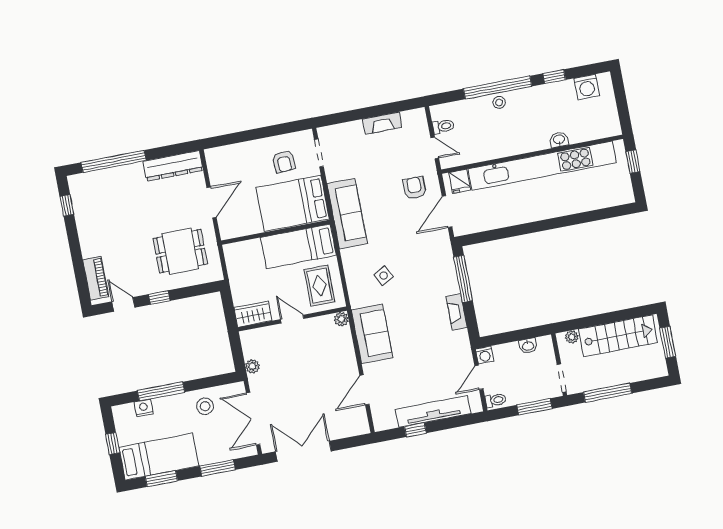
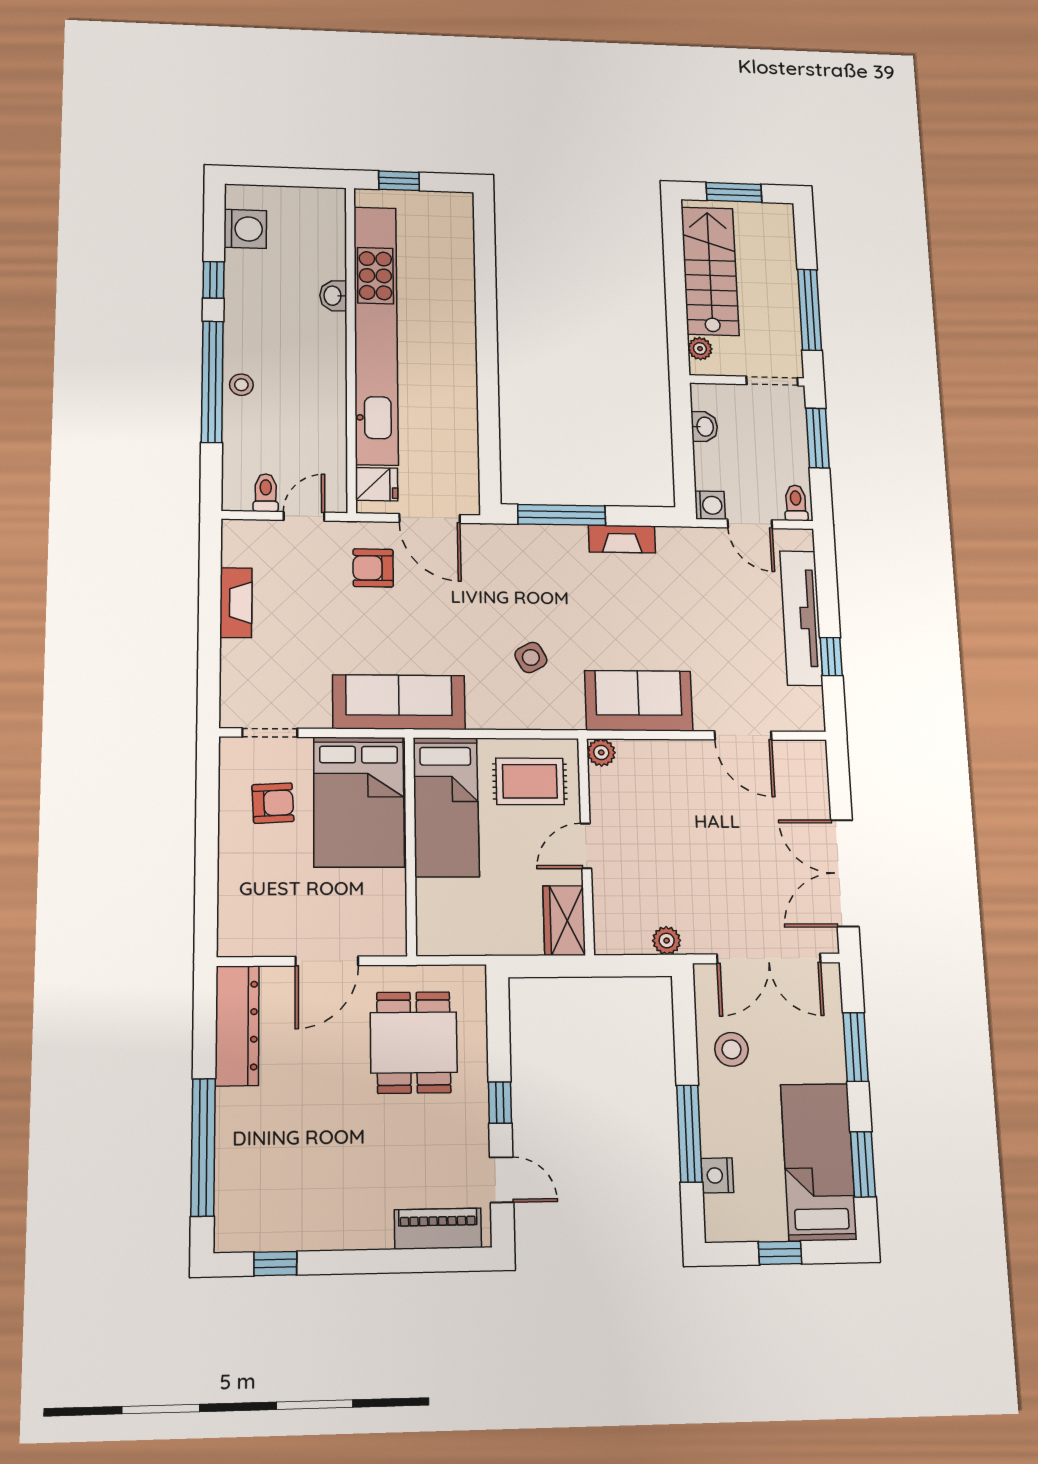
door: (212, 202) -> (327, 961), swing flipped
door: (123, 304) -> (502, 1180), swing flipped

